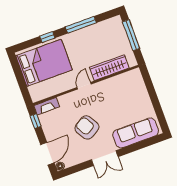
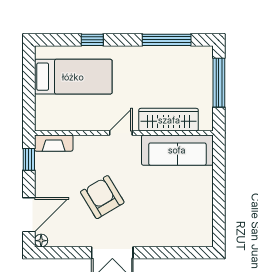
window: (81, 25) -> (167, 40), moved
bed: (44, 63) -> (73, 77), width x0.67
sofa: (136, 133) -> (177, 150), moved, turned 180

